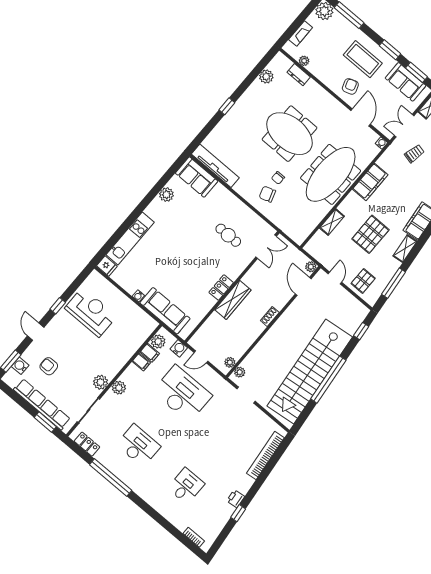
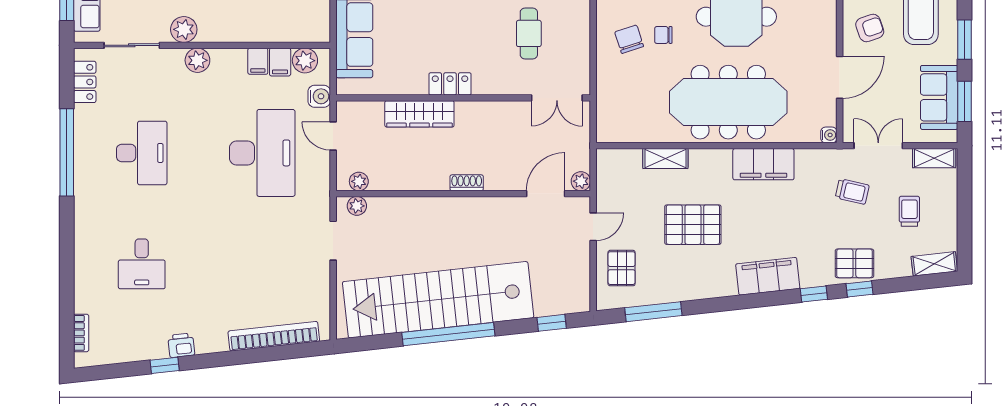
shelving: (405, 249) -> (713, 288), removed
pallet: (363, 281) -> (622, 268), turned 90
wardrobe: (233, 300) -> (419, 114), moved
desk: (186, 486) -> (142, 264), turned 90

